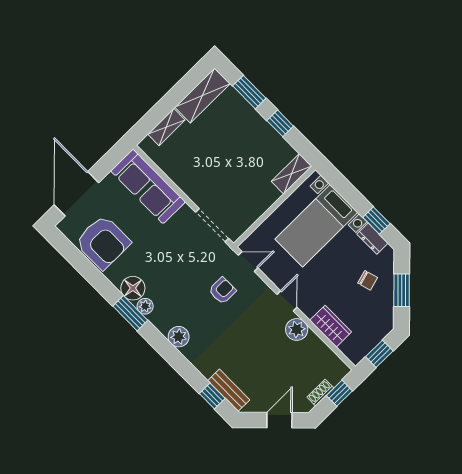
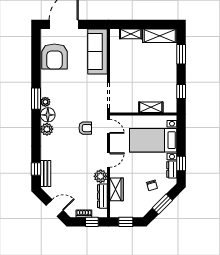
window: (280, 123) -> (181, 92), moved
shelving: (292, 174) -> (151, 107), moved
floor lamp: (133, 288) -> (48, 115), moved
dresser: (322, 351) -> (102, 196), added

